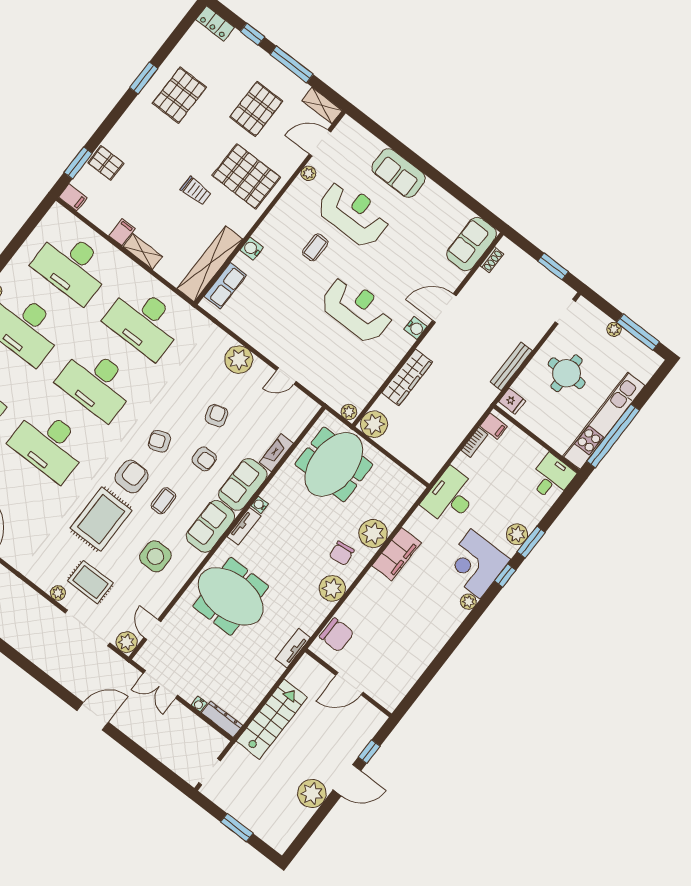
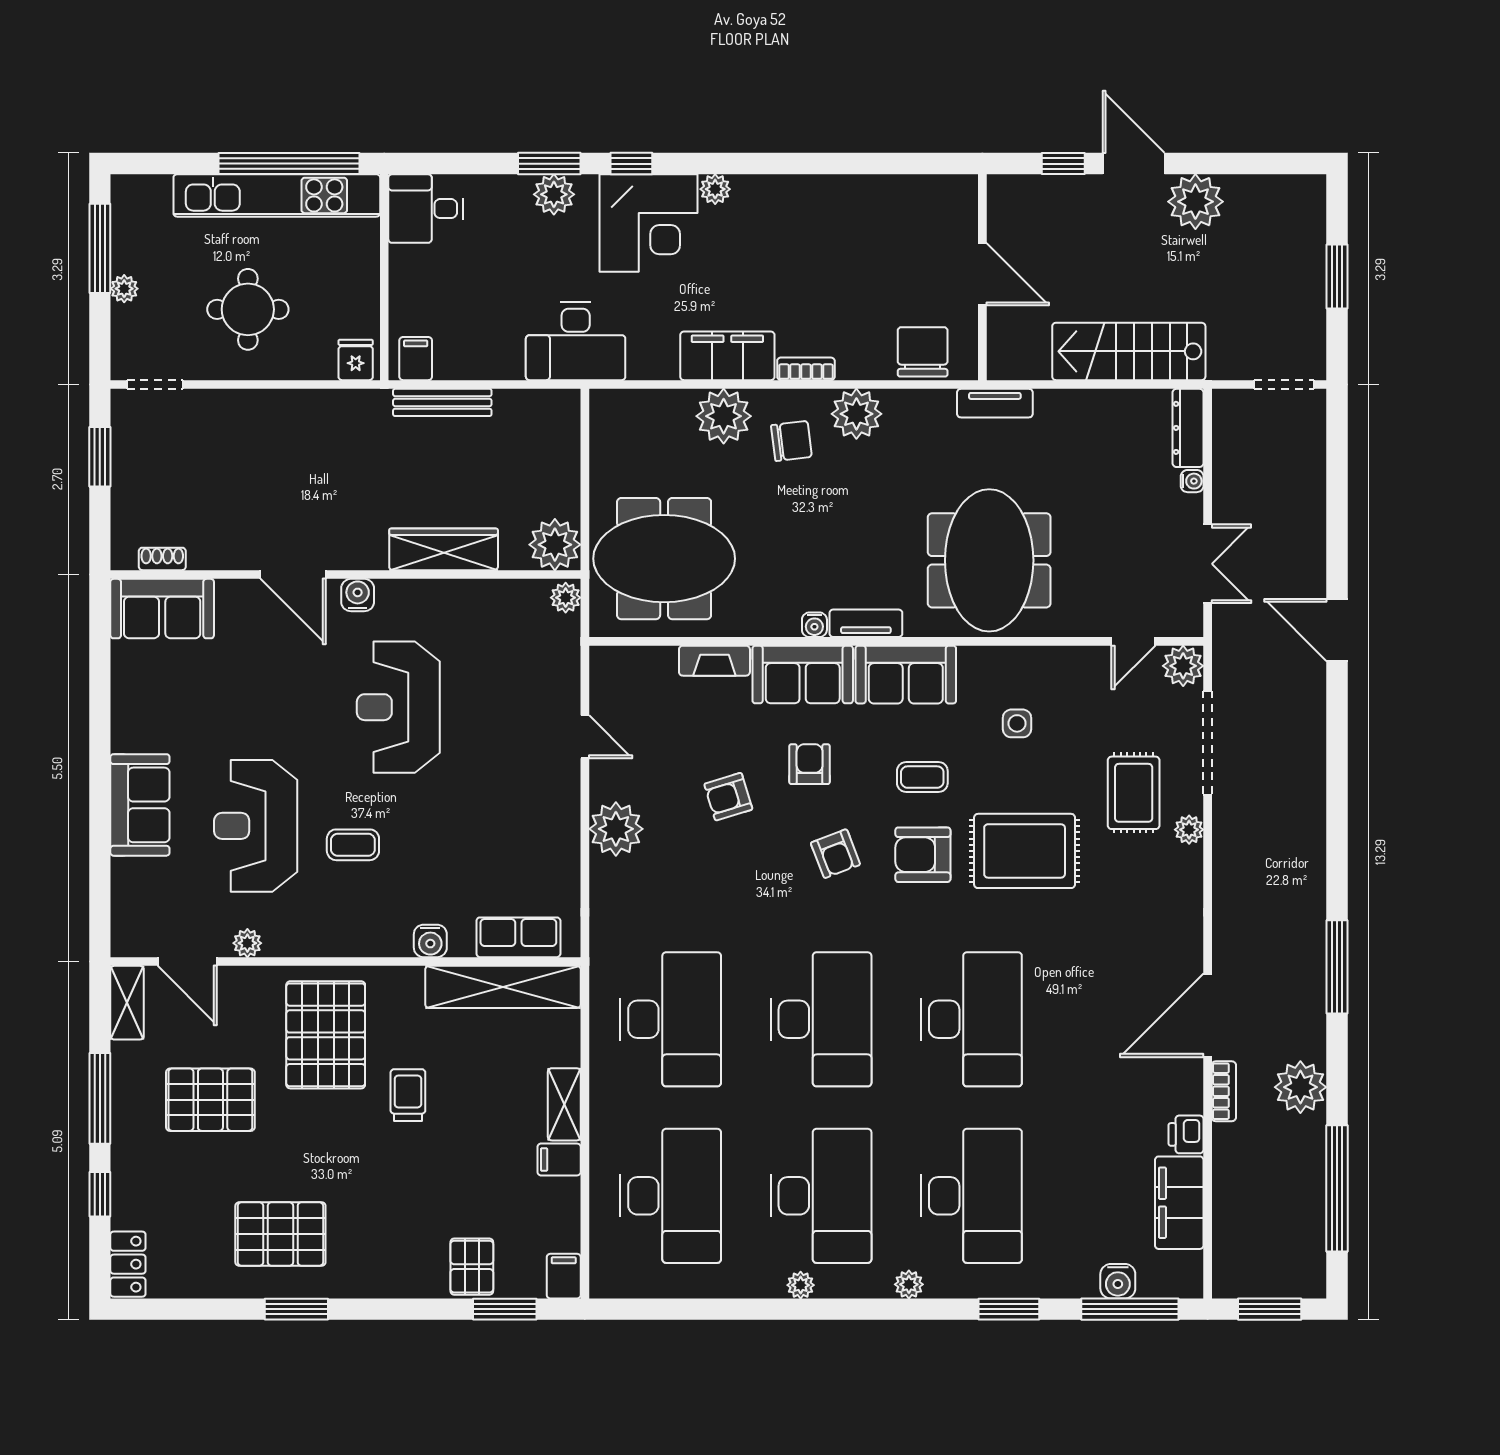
bench: (511, 366) -> (442, 402), moved
bookcase: (474, 442) -> (806, 369), moved
side table: (155, 556) -> (1017, 723), width x0.54, depth x0.54

